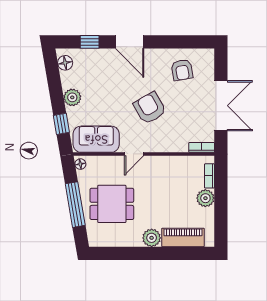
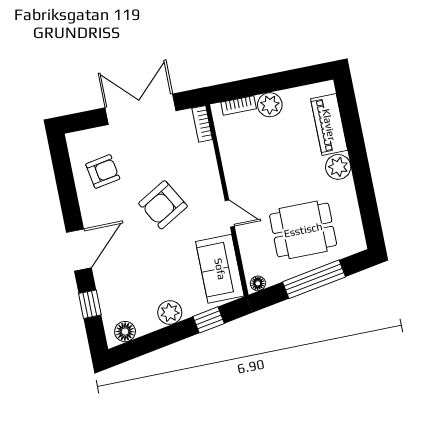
dining table: (112, 204) -> (303, 230), turned 90

